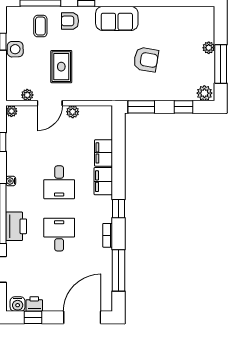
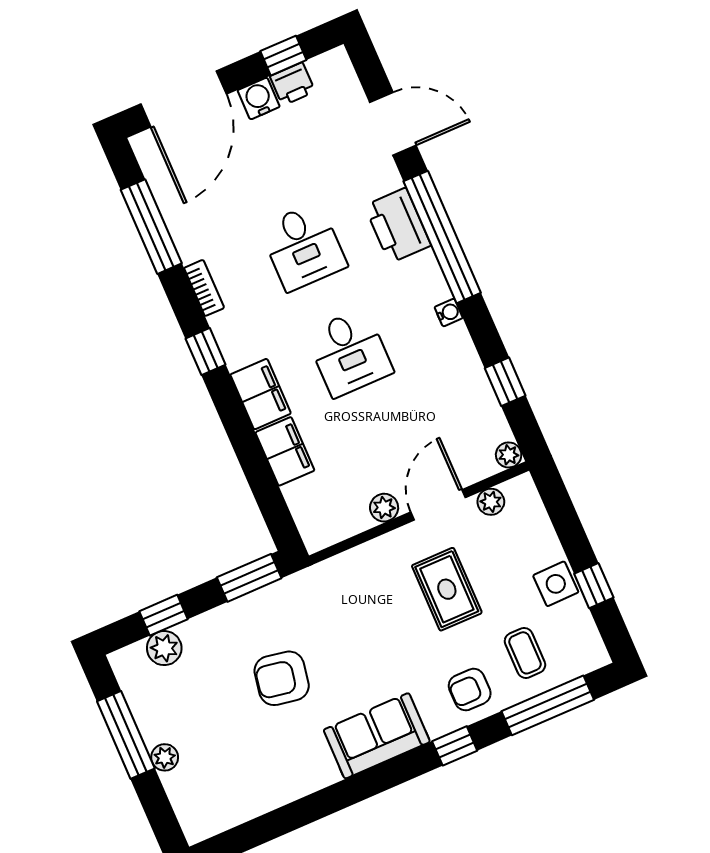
armchair: (70, 21) -> (470, 690), turned 180
plant: (204, 93) -> (164, 648), moved
desk: (59, 182) -> (349, 353), turned 180
water cooler: (18, 304) -> (259, 98), moved

